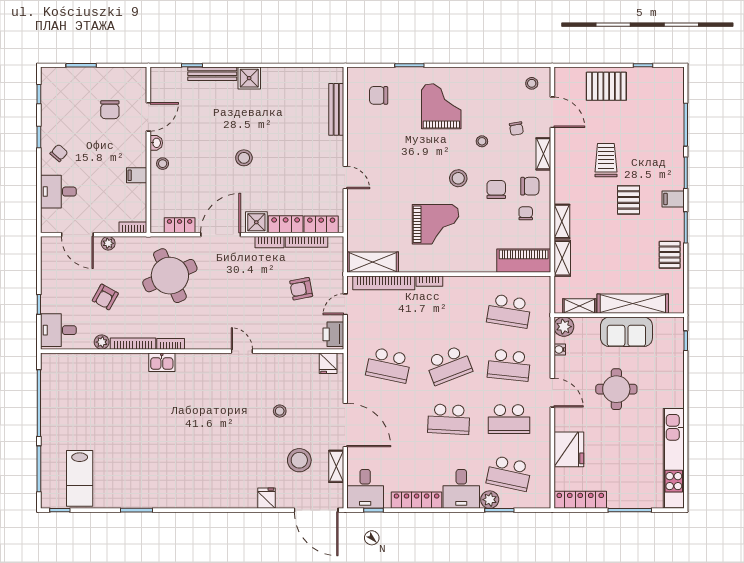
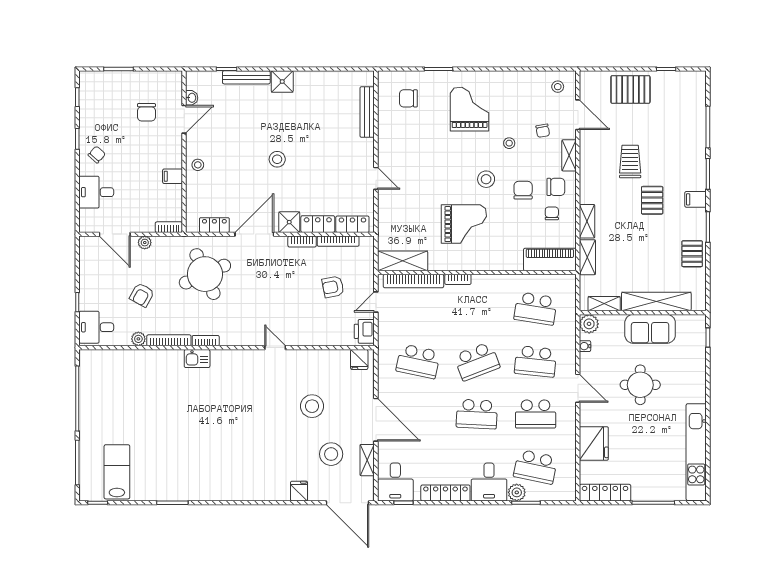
washbasin: (156, 143) -> (192, 98), moved
stool: (280, 411) -> (312, 406), width x1.89, depth x1.89
lab bench: (80, 478) -> (117, 472), turned 180

